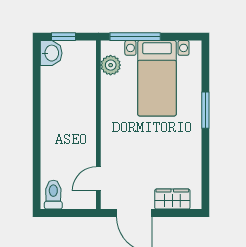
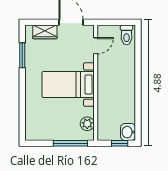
bed with nightstands: (157, 78) -> (68, 85), moved, turned -90
window: (205, 110) -> (22, 55), moved

